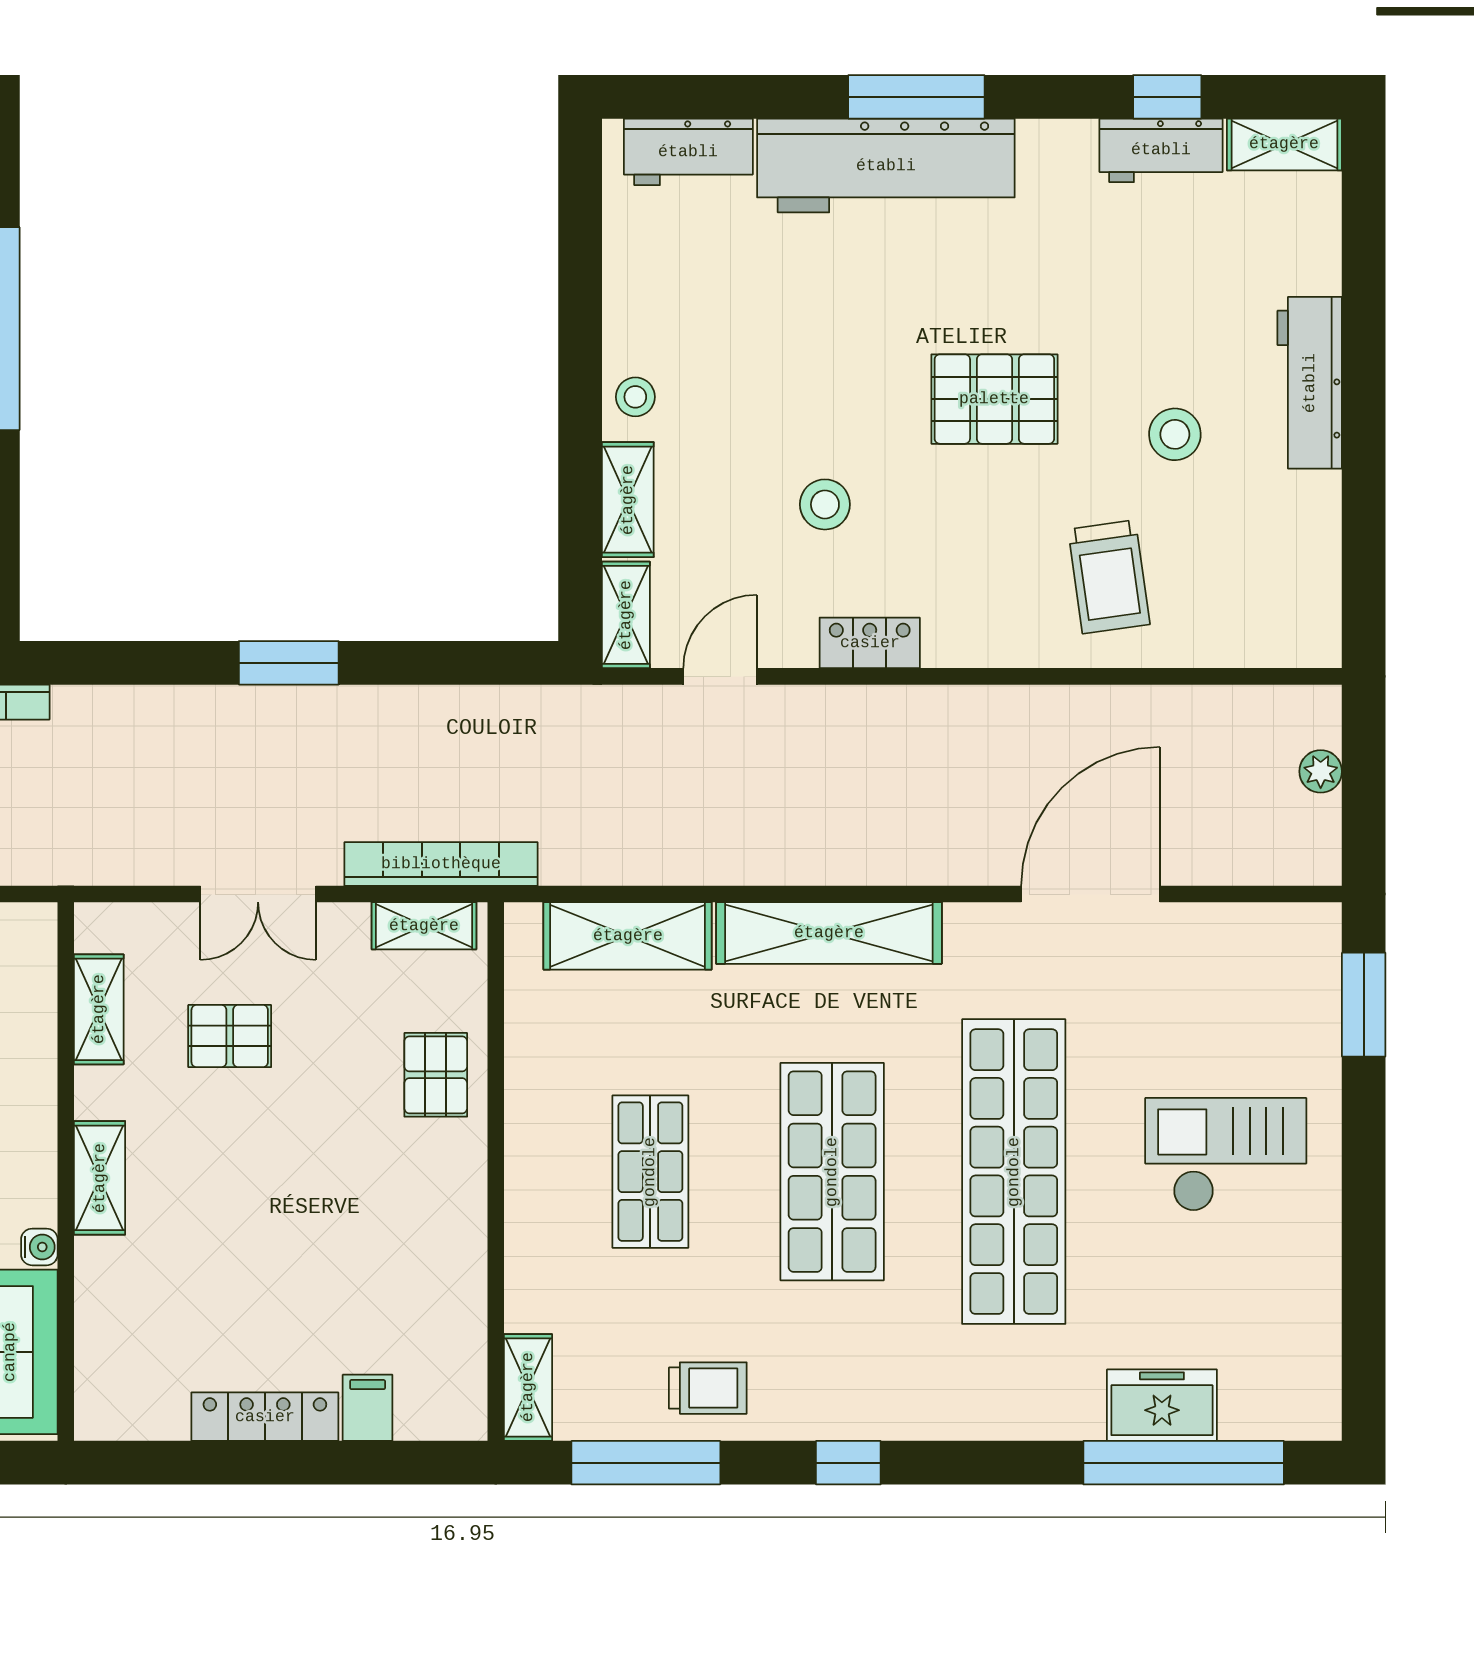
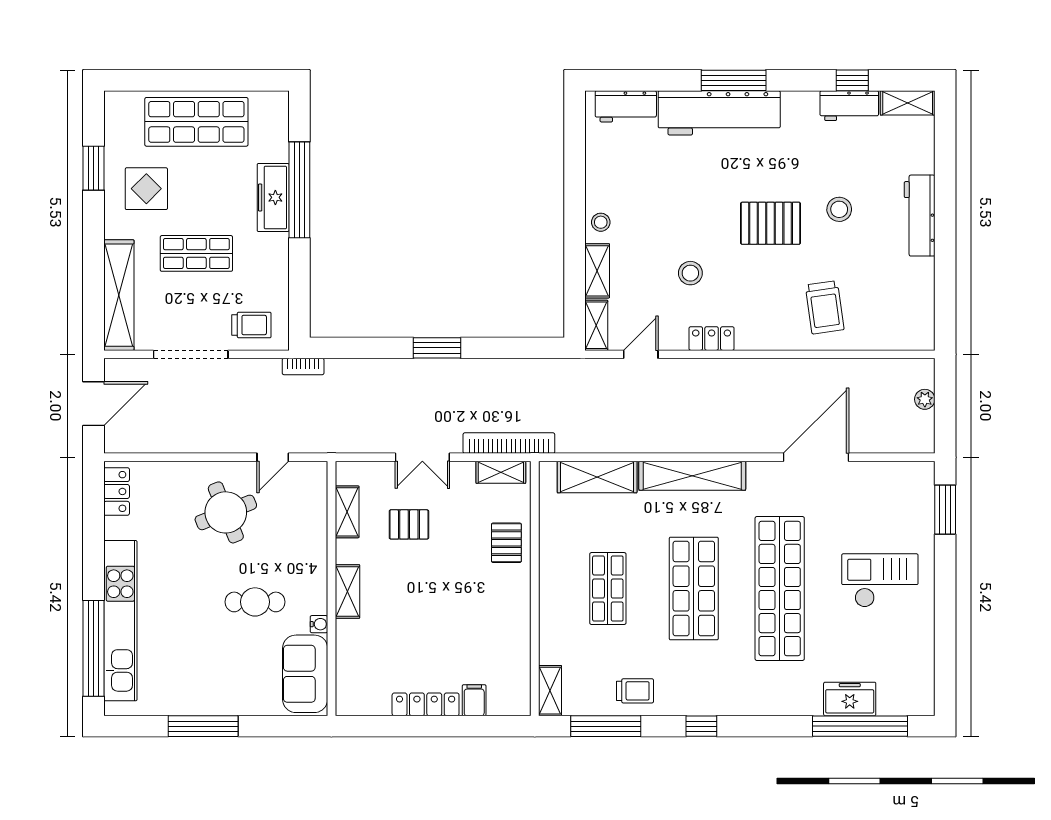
stool: (1175, 434) -> (839, 209), moved

